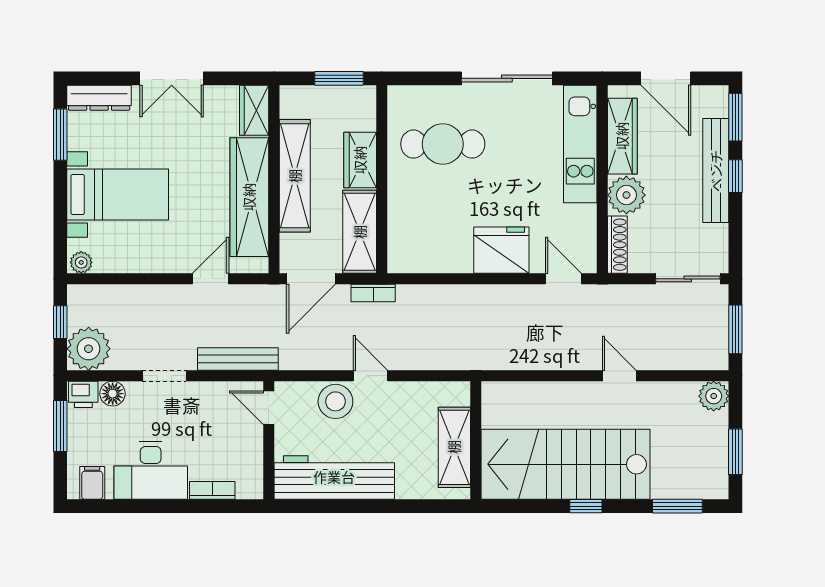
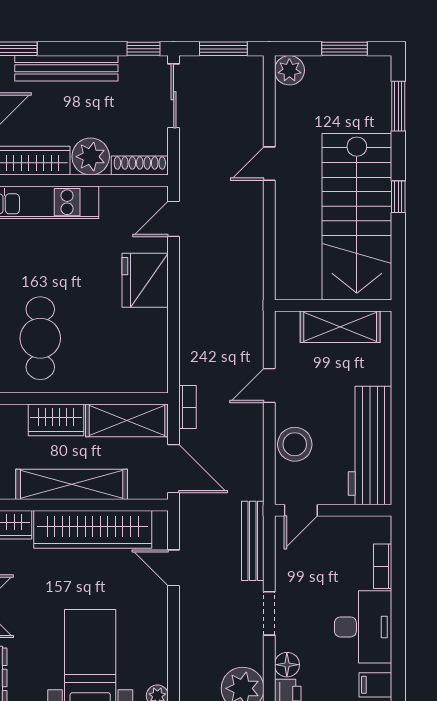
window: (735, 176) -> (143, 49), moved
door: (370, 376) -> (269, 386), moved

